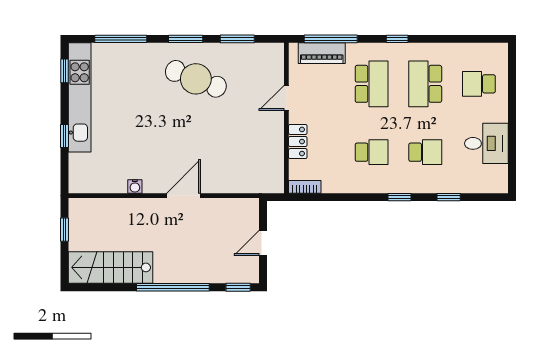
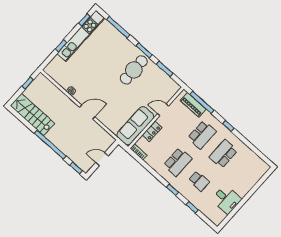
cafe table: (196, 79) -> (134, 70), turned 69
school desk: (479, 84) -> (245, 173), removed
school desk: (372, 152) -> (178, 162), width x1.85
sofa: (268, 155) -> (135, 126), added

